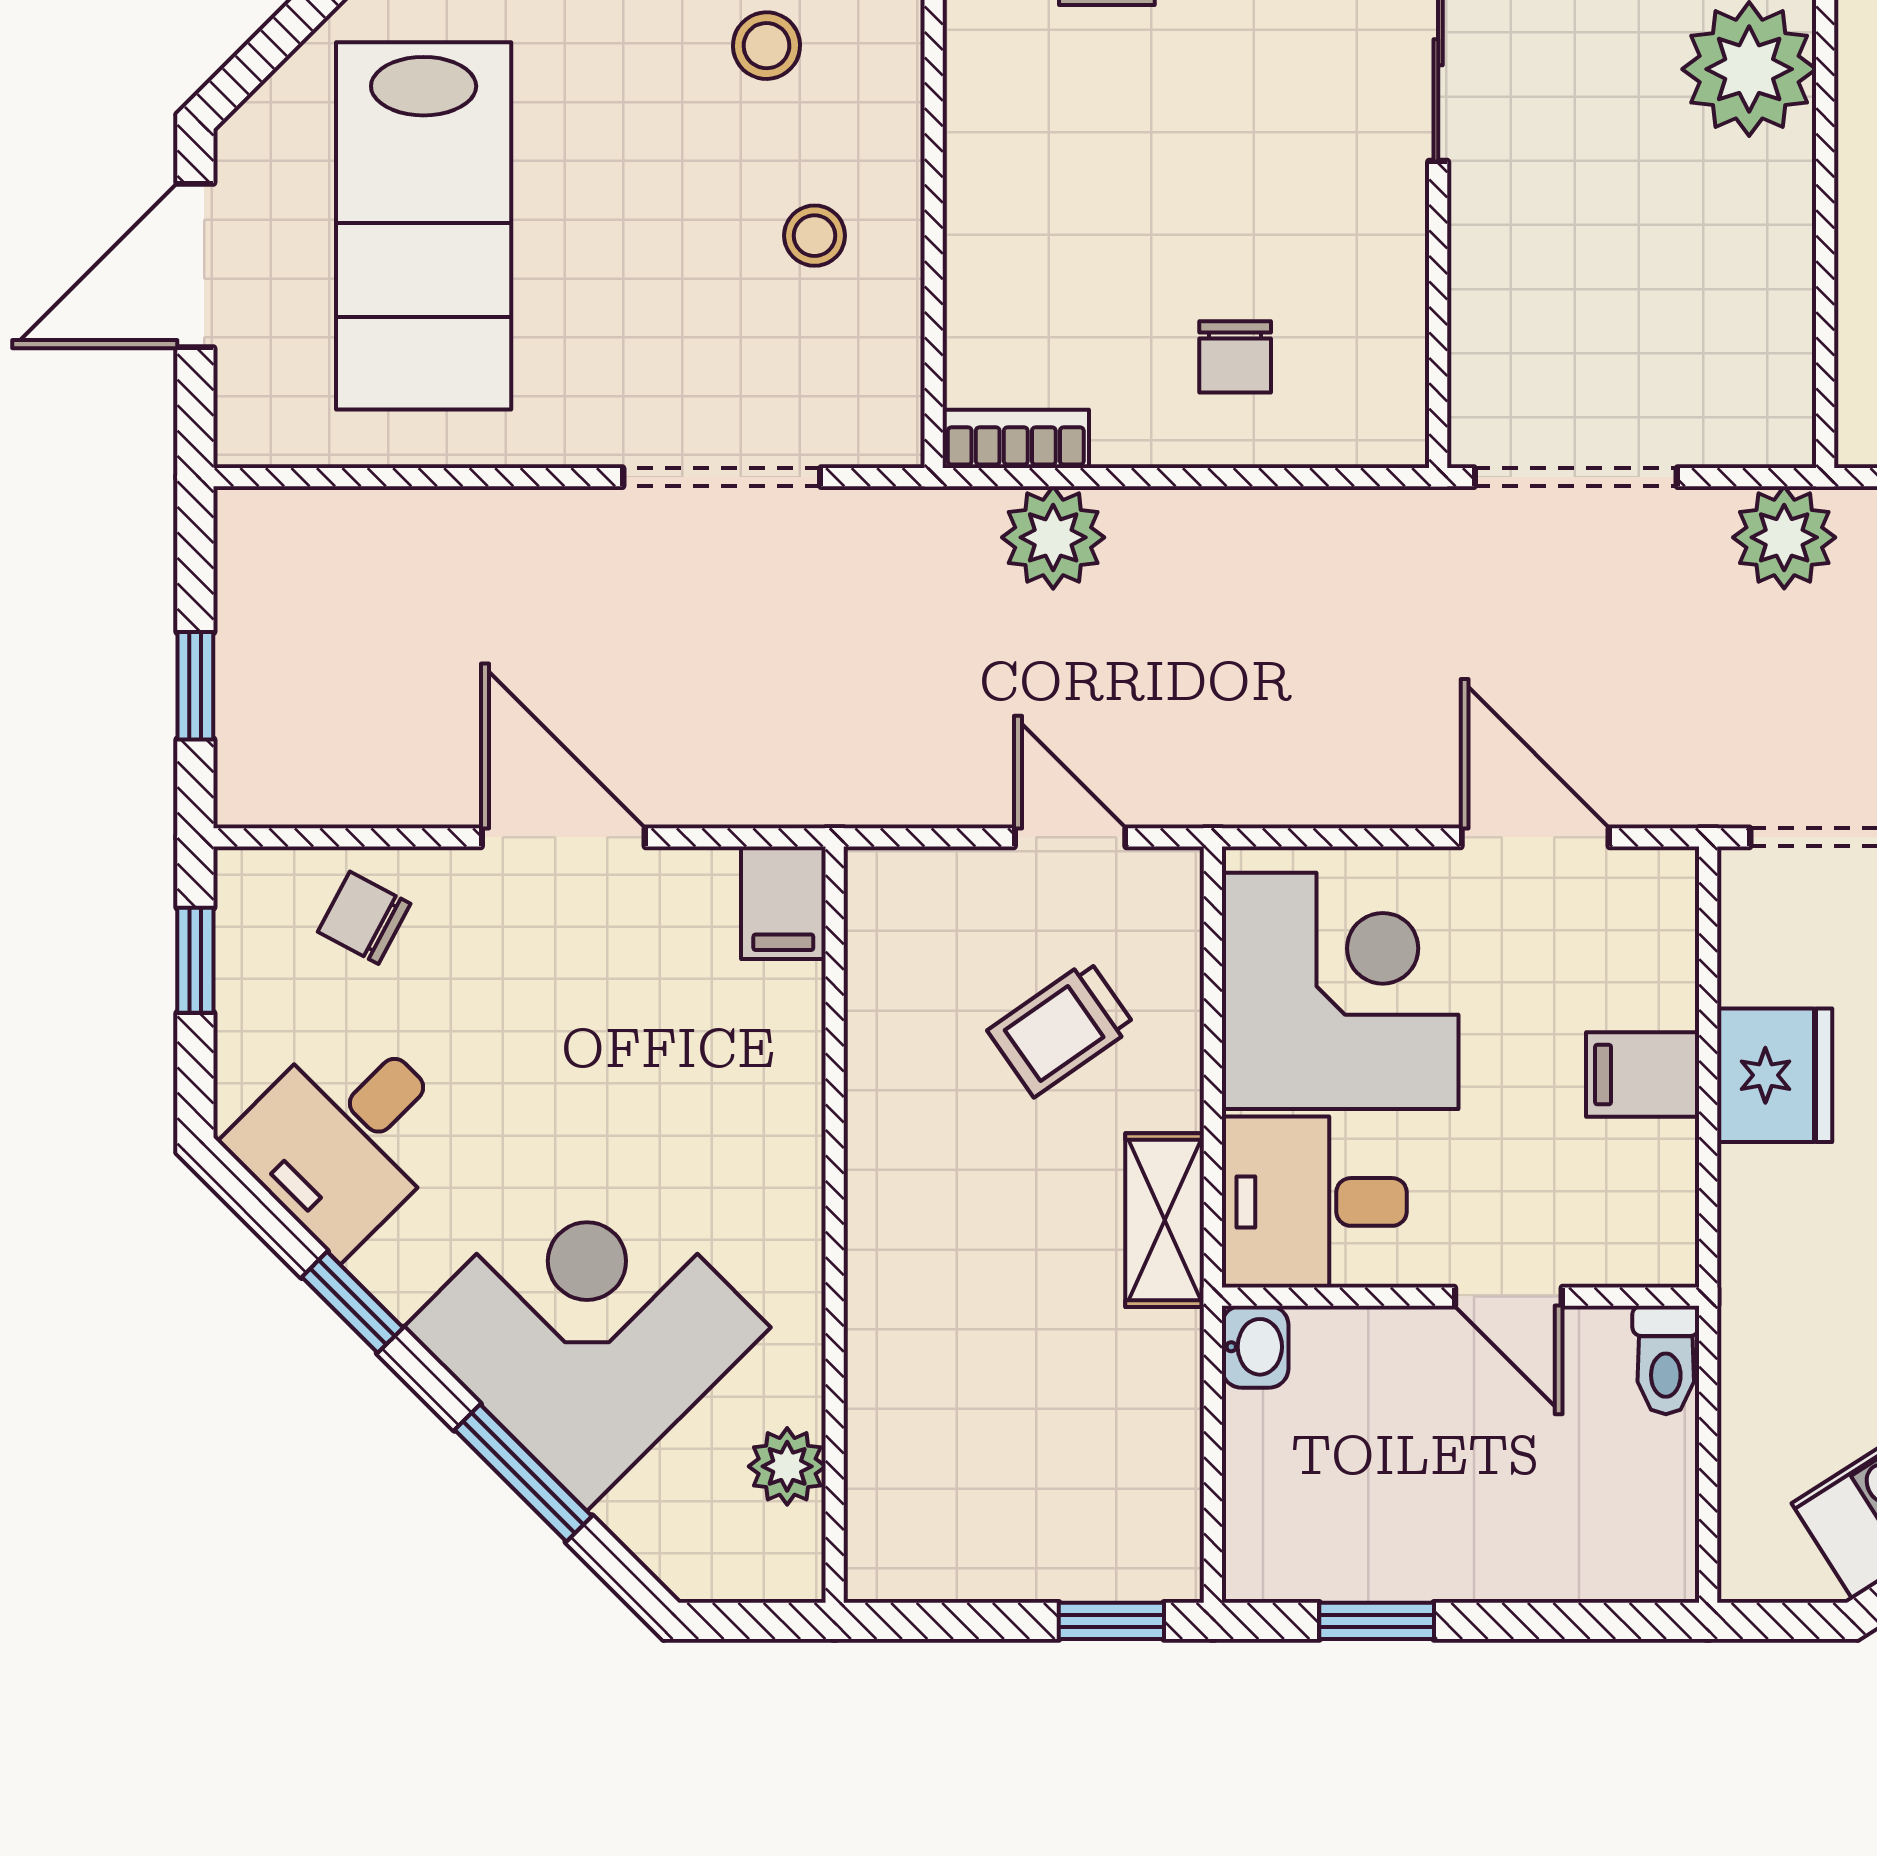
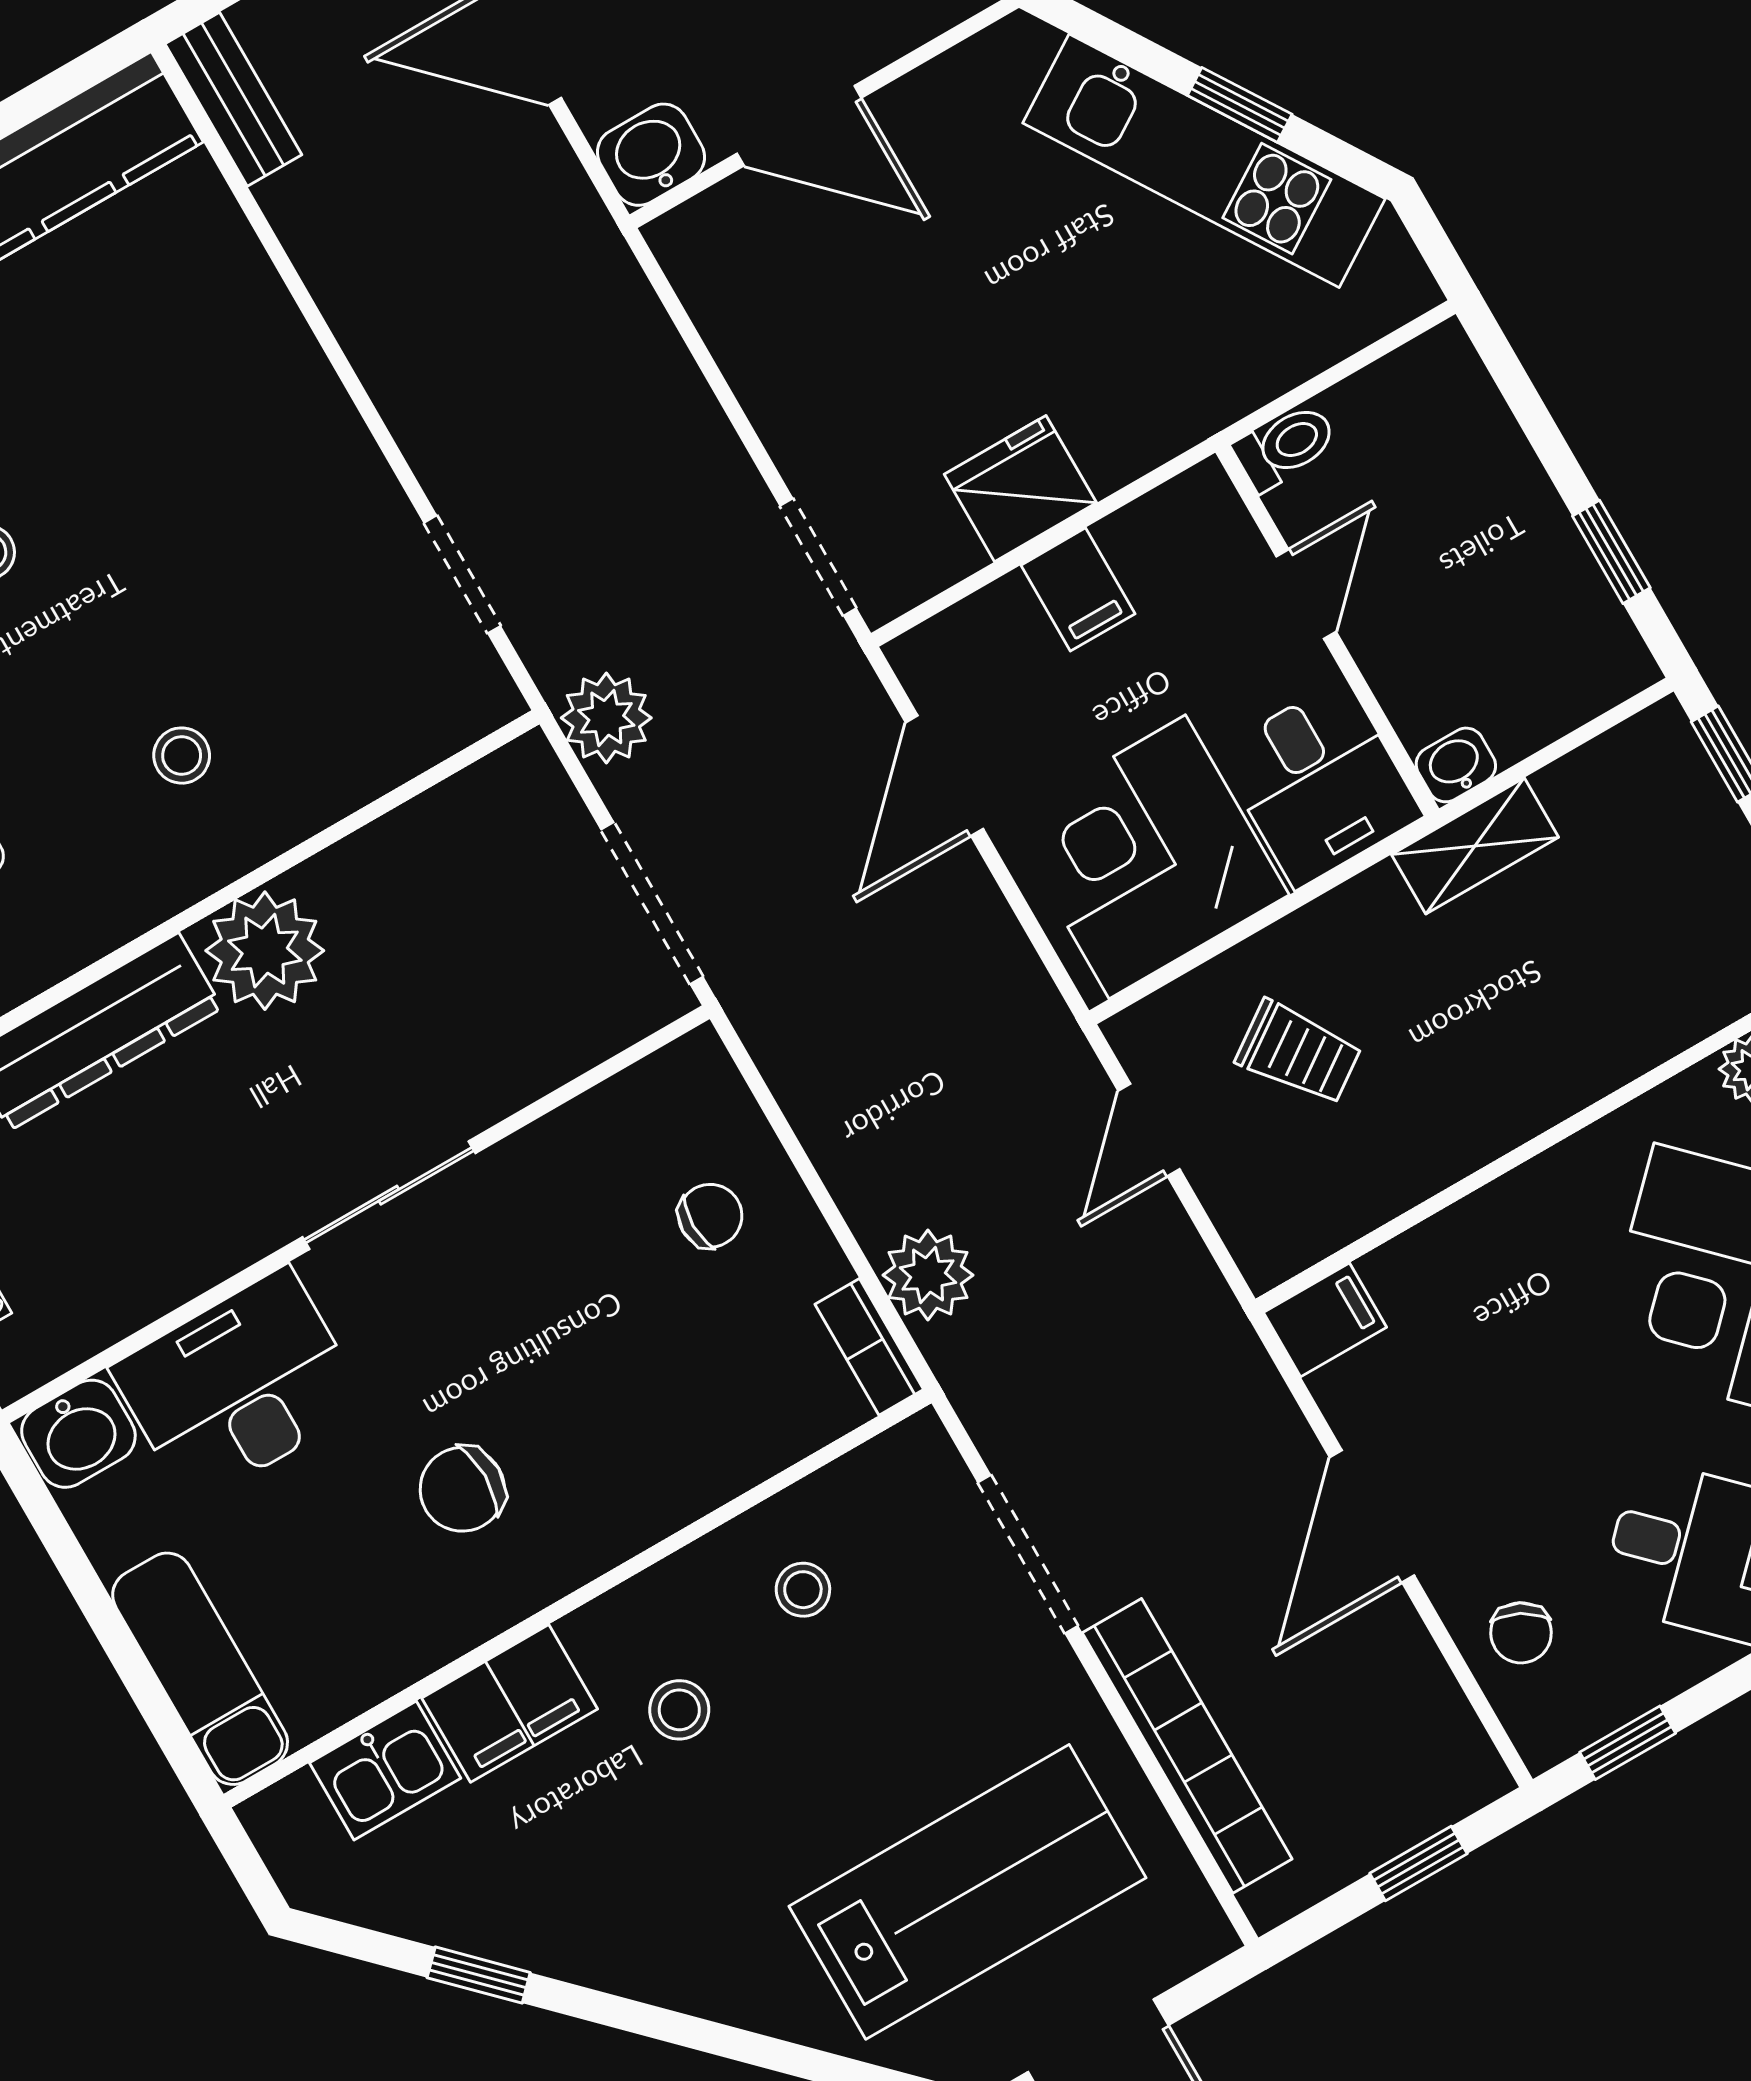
bookcase: (443, 525) -> (1187, 1746), added
shelving: (1165, 1220) -> (1475, 846), moved

